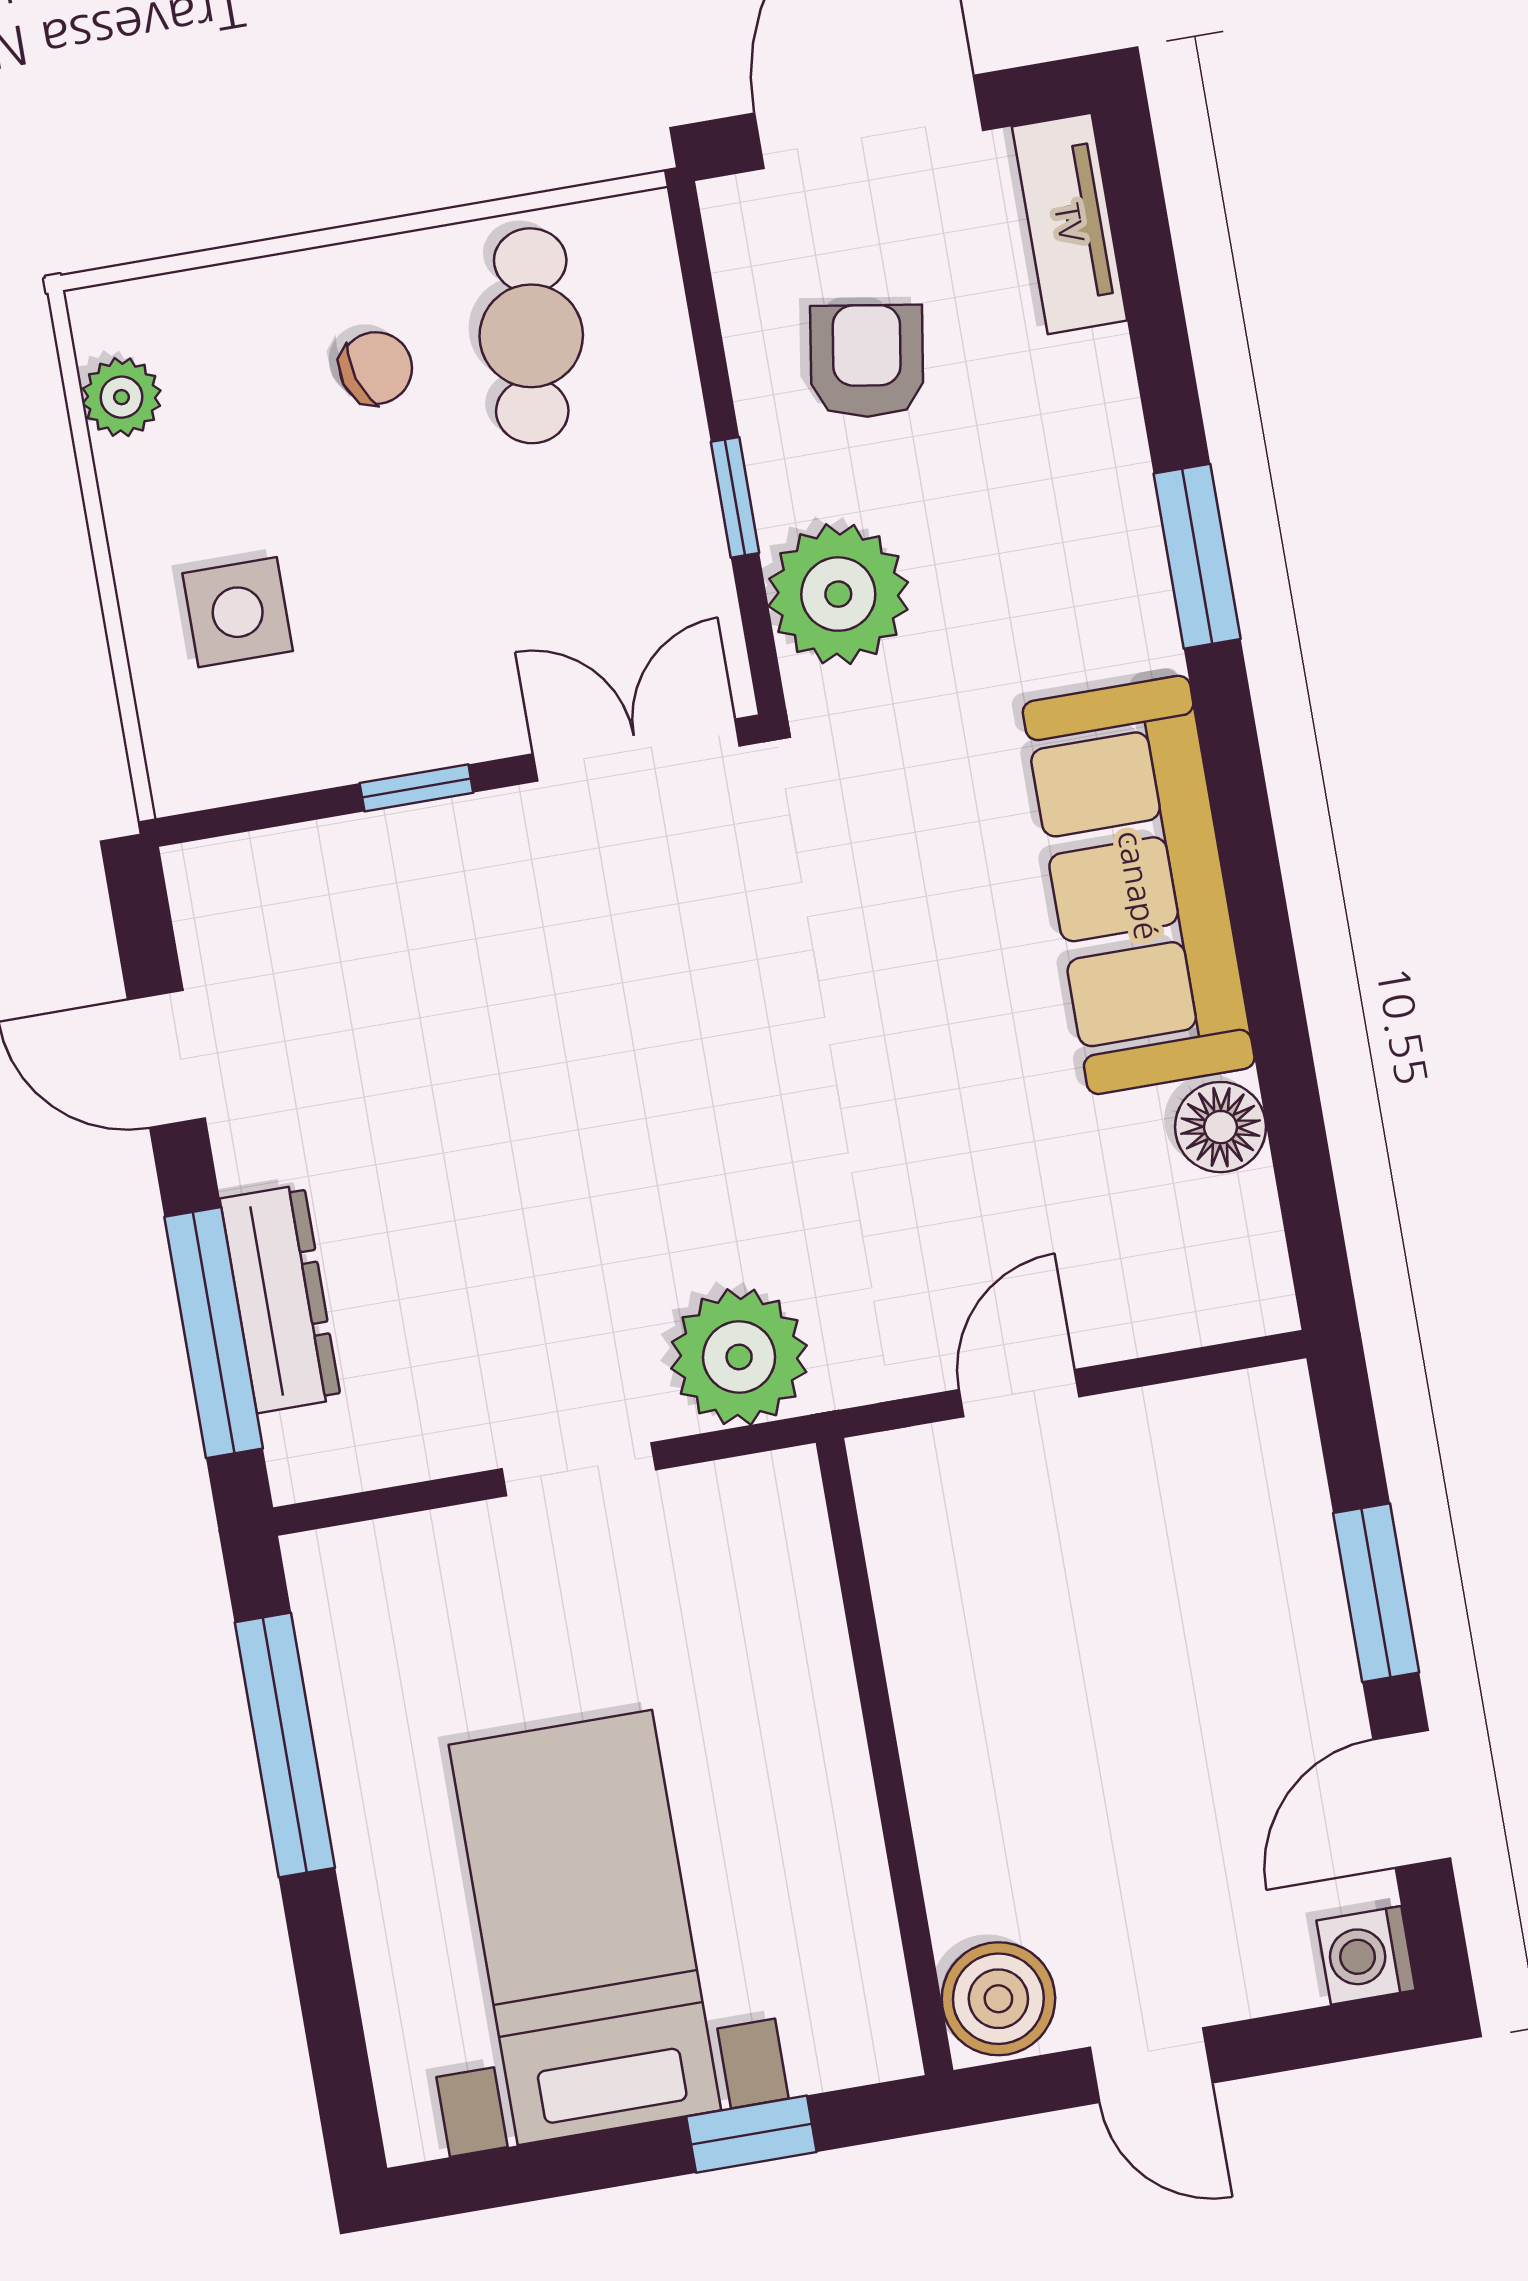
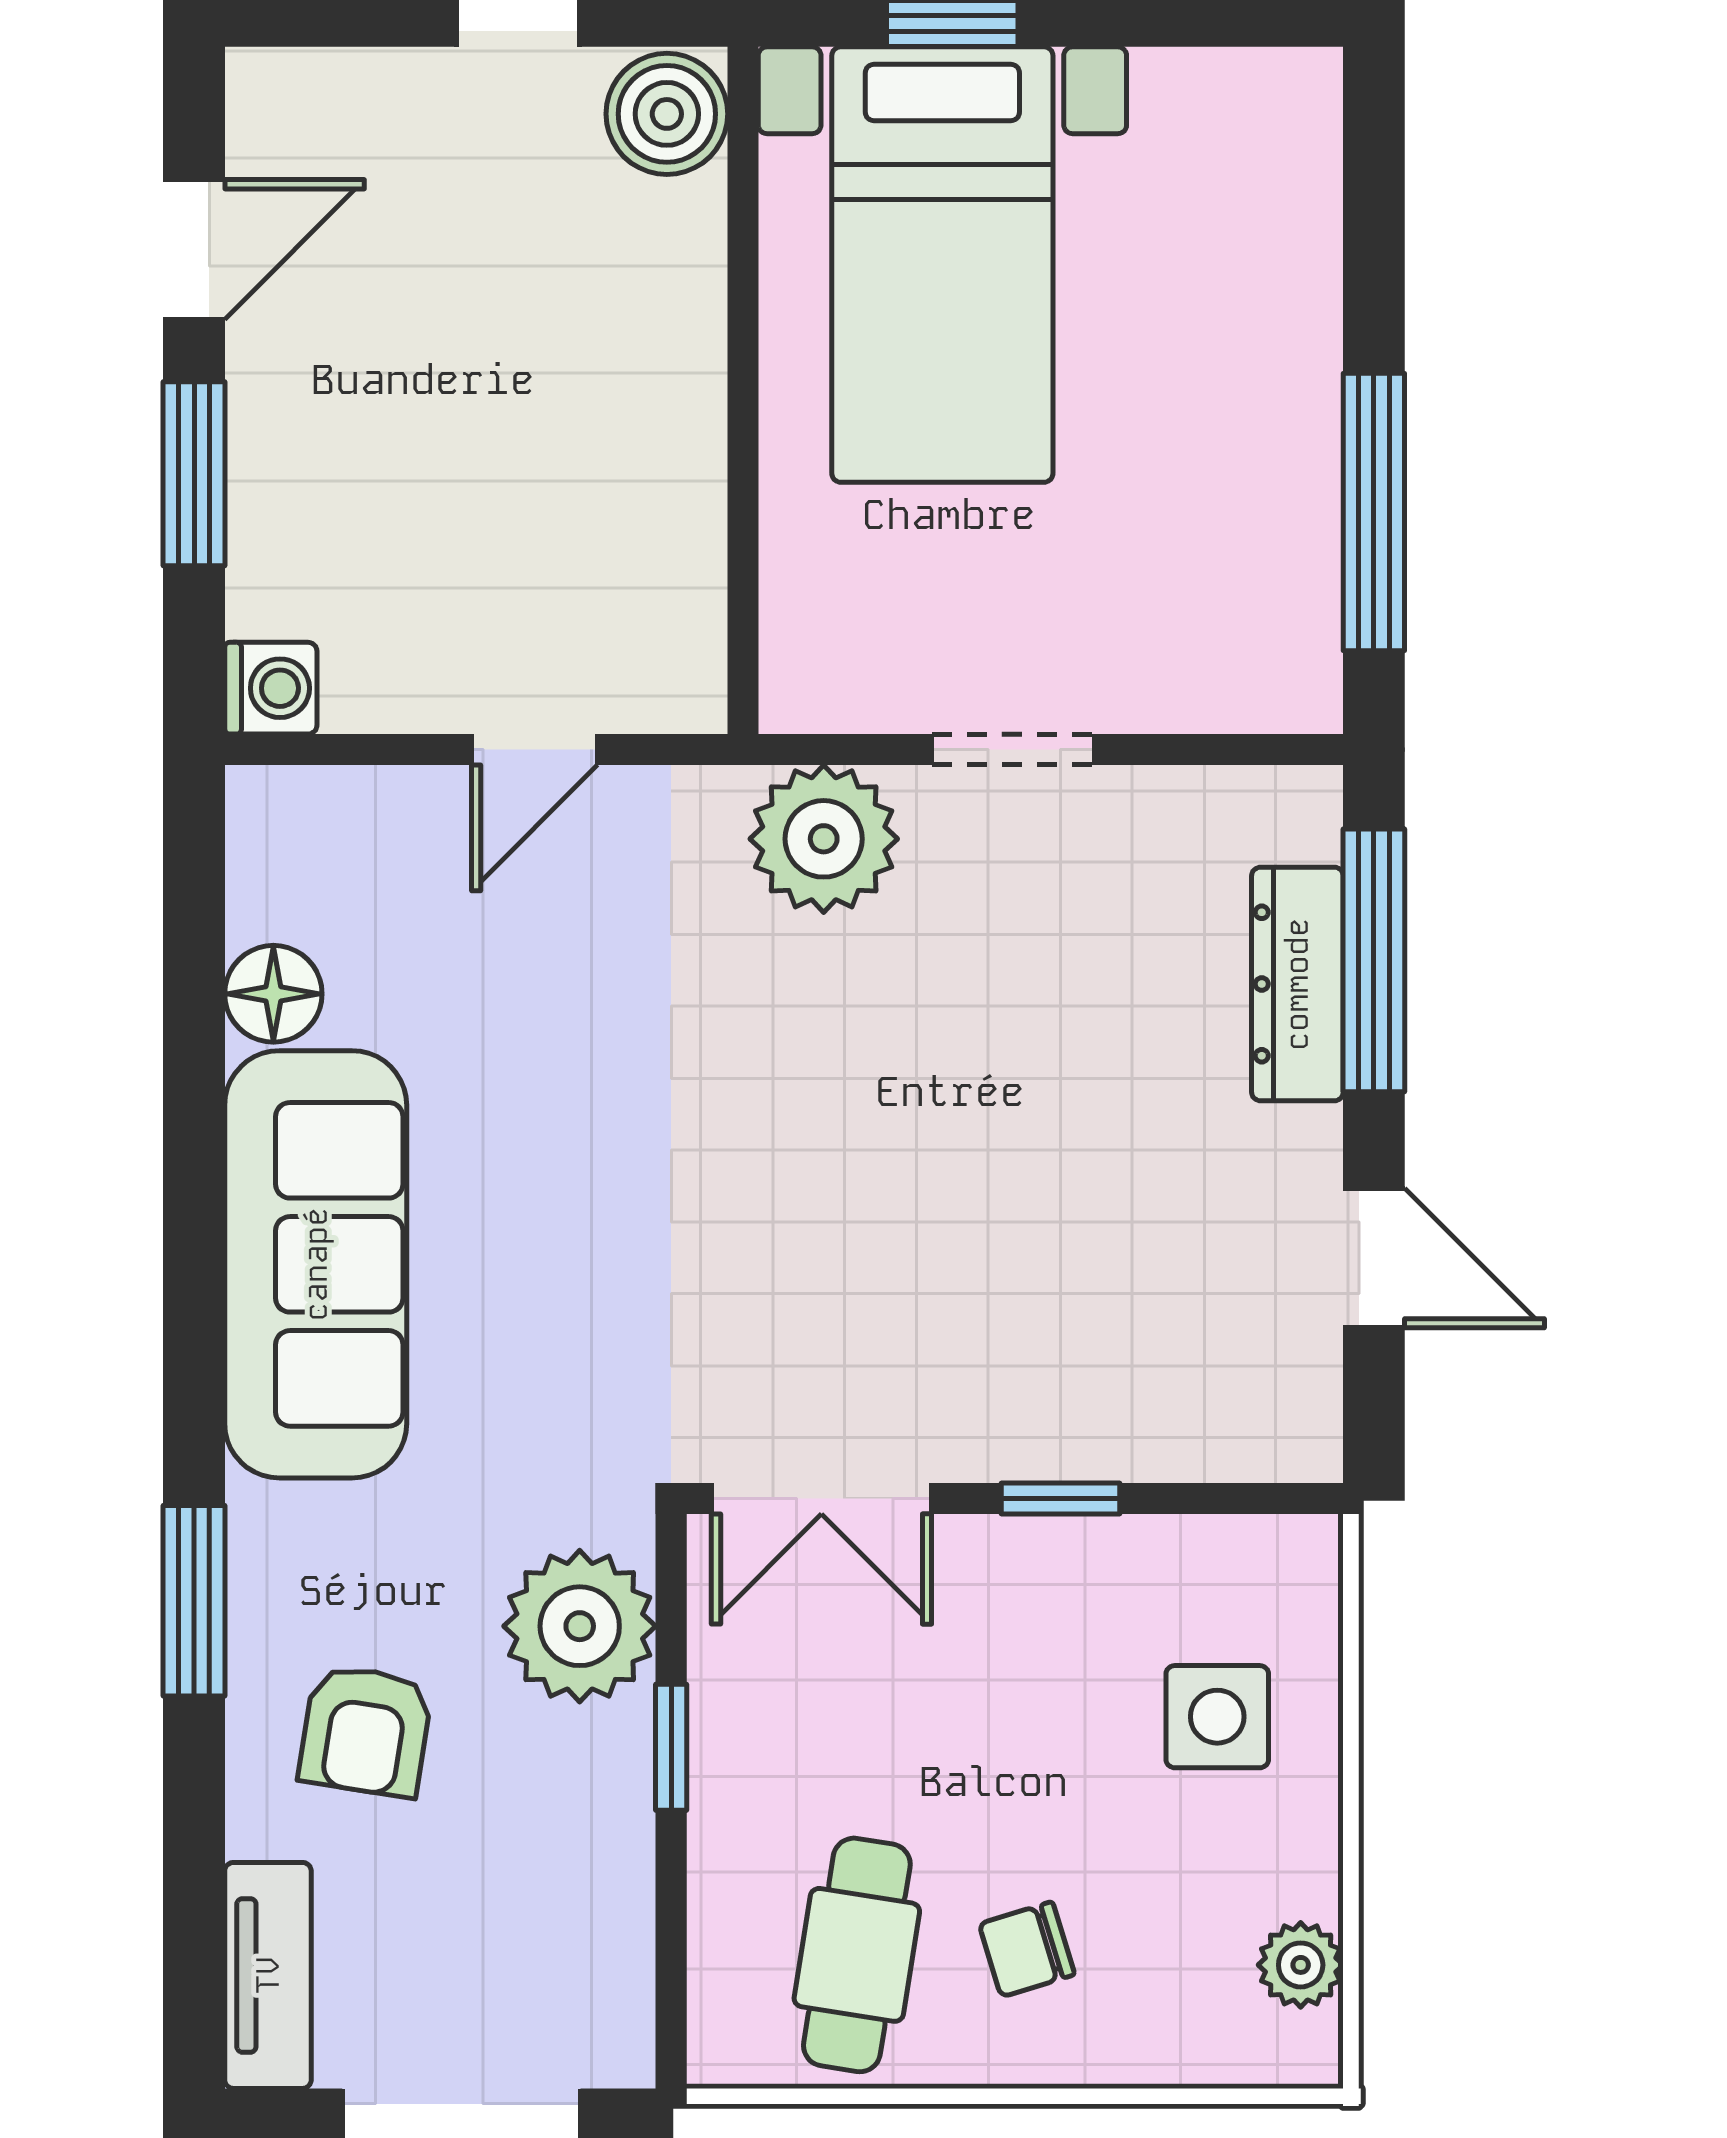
armchair: (867, 361) -> (366, 1731), moved
bed with nightstands: (585, 1928) -> (942, 265), moved
washing machine: (1366, 1955) -> (271, 688), moved

